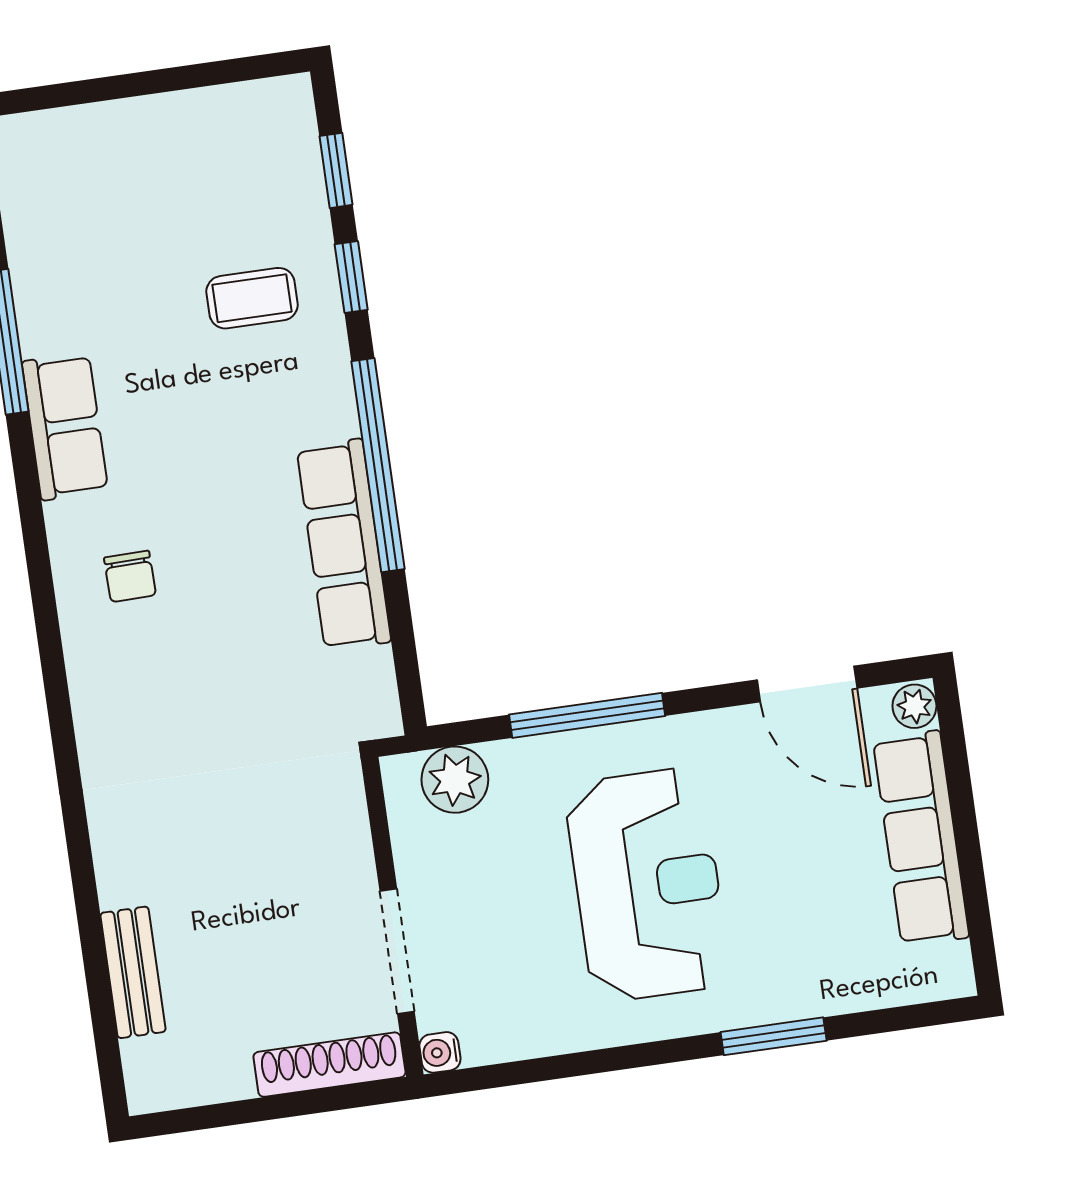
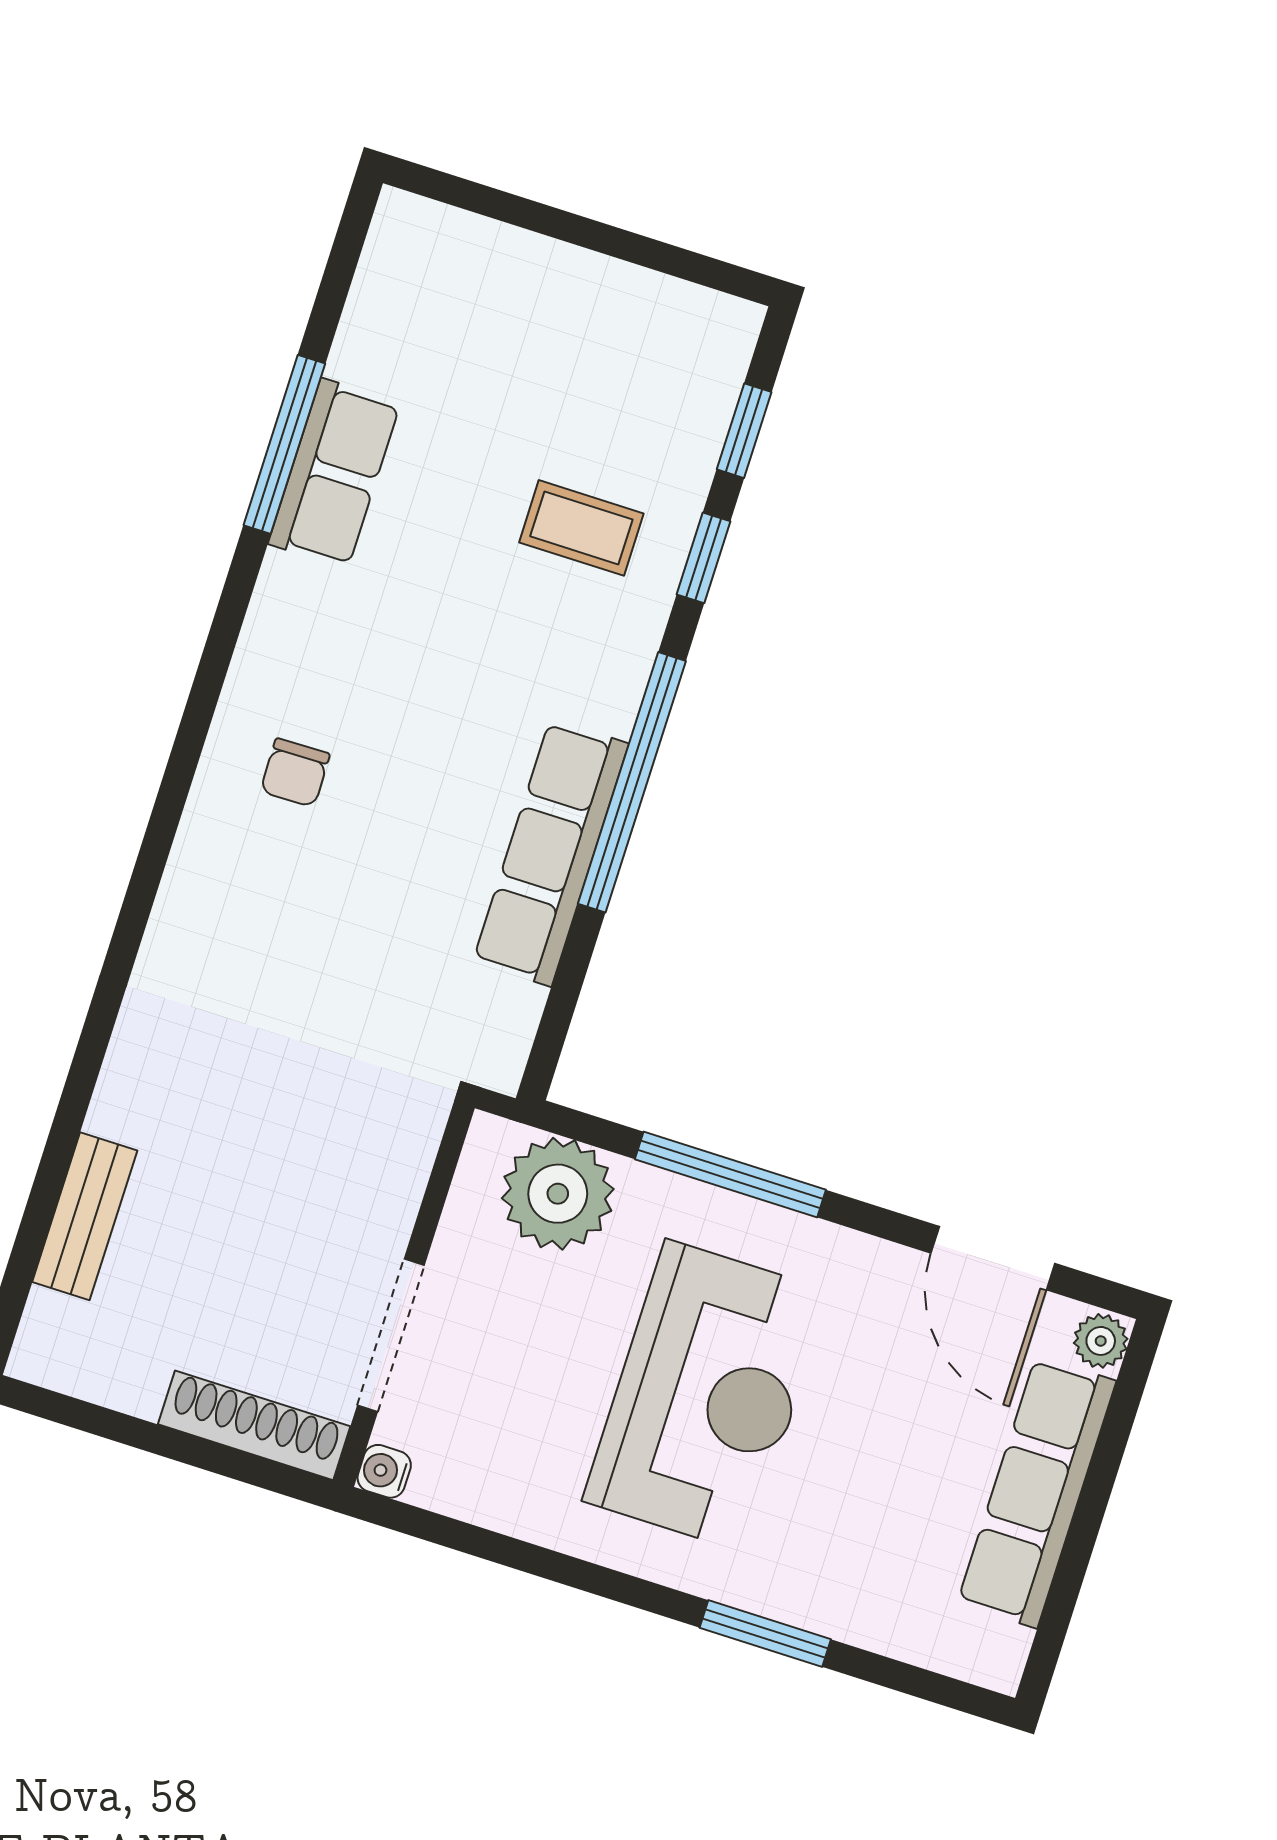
row of seats: (65, 426) -> (334, 473), moved
plant: (455, 780) -> (558, 1194), width x1.36, depth x1.36

